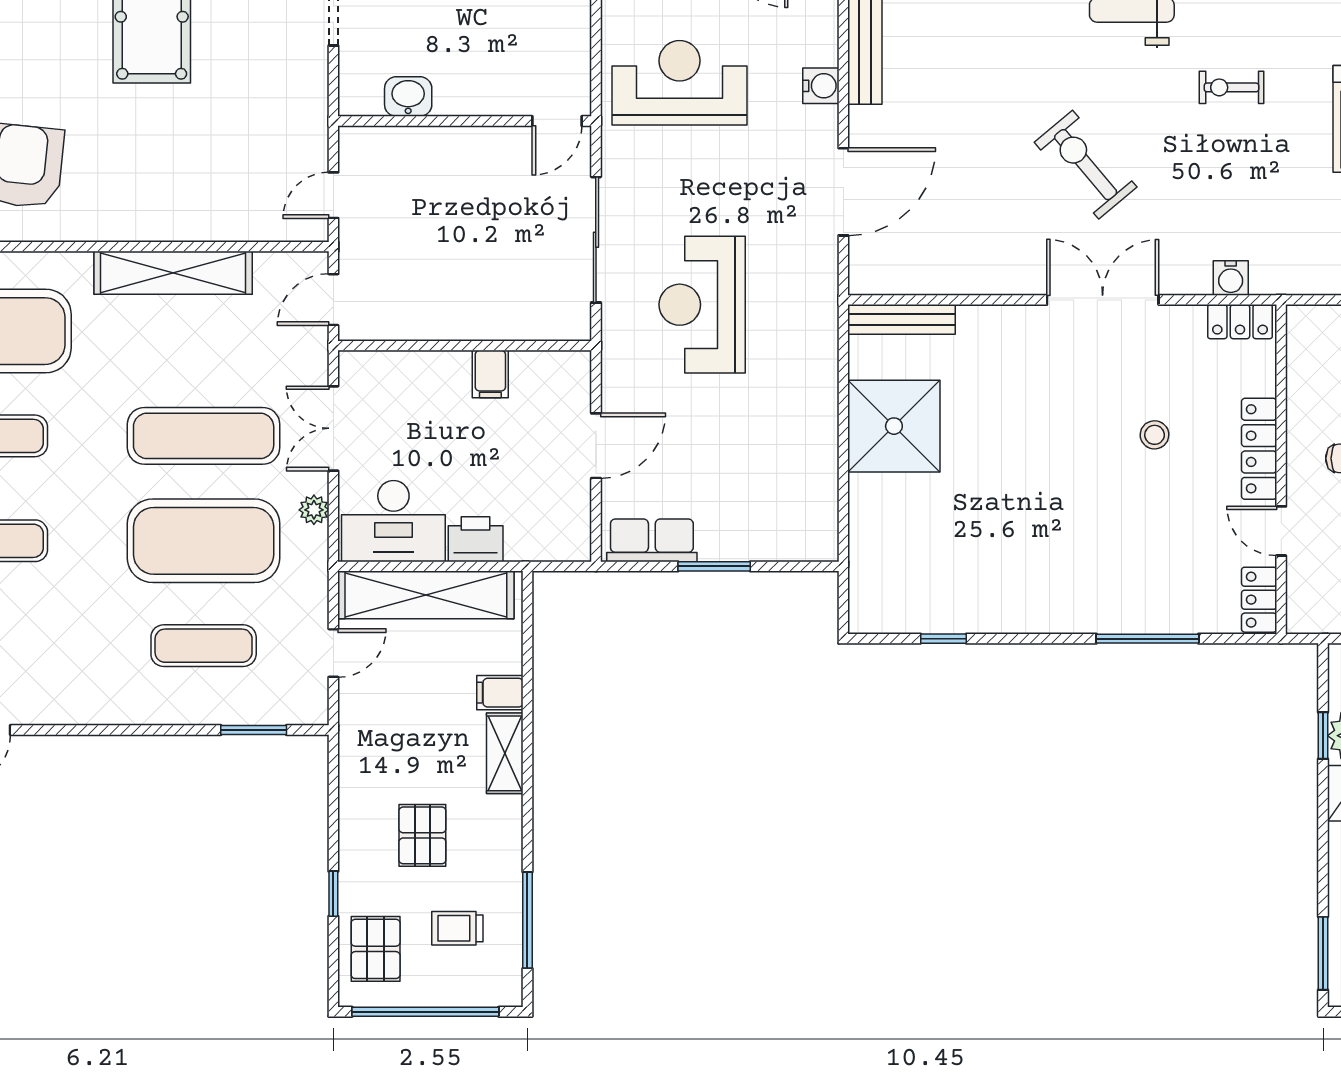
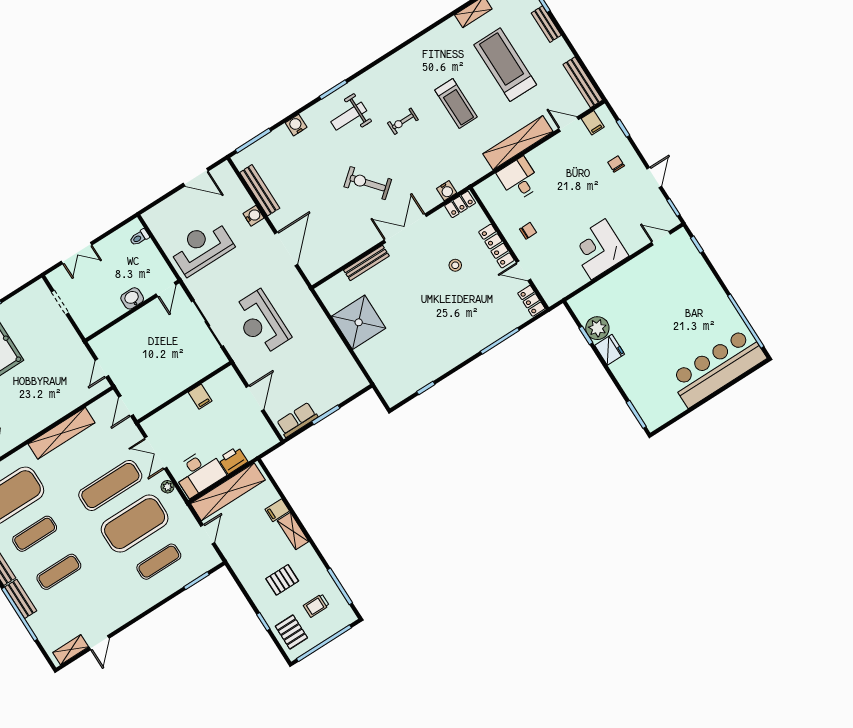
washbasin: (408, 97) -> (132, 298), moved
bench: (902, 319) -> (366, 263), moved
pallet: (422, 835) -> (282, 580), turned 90

